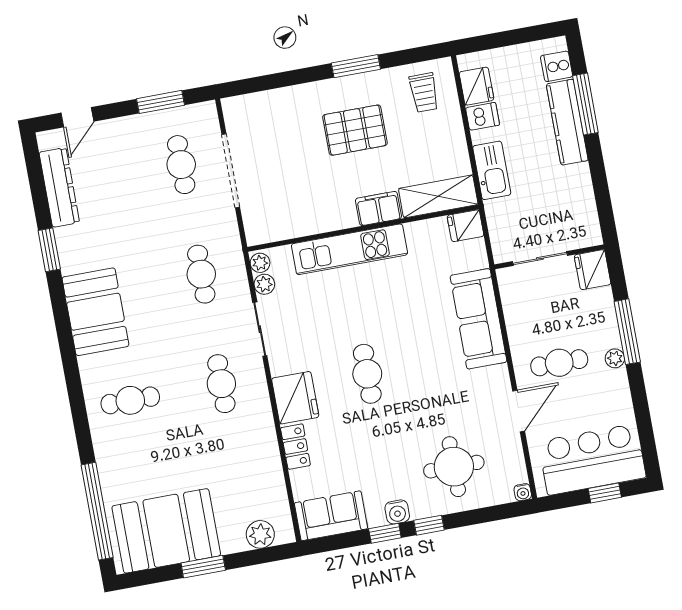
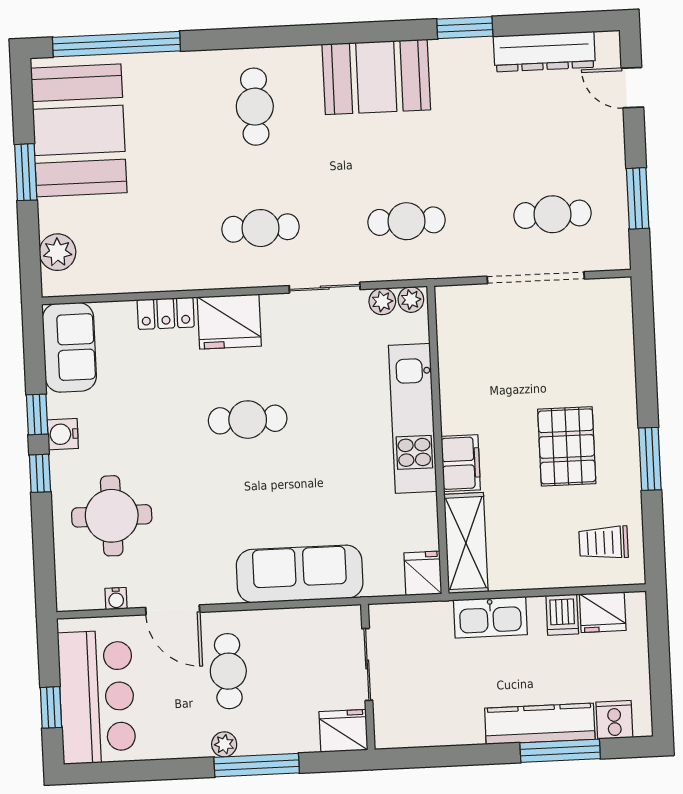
water cooler: (523, 492) -> (116, 599), moved, turned -90

